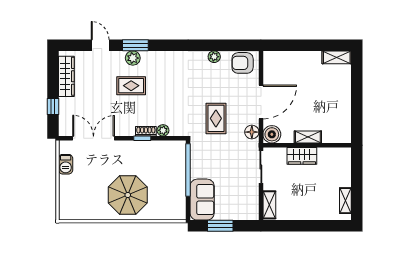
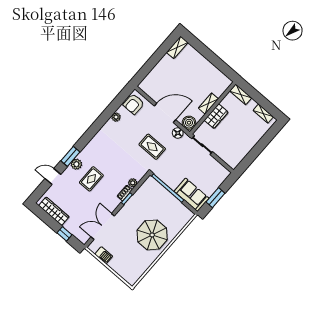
door: (261, 102) -> (165, 113), hinge flipped
shelving: (269, 205) -> (241, 94), moved

